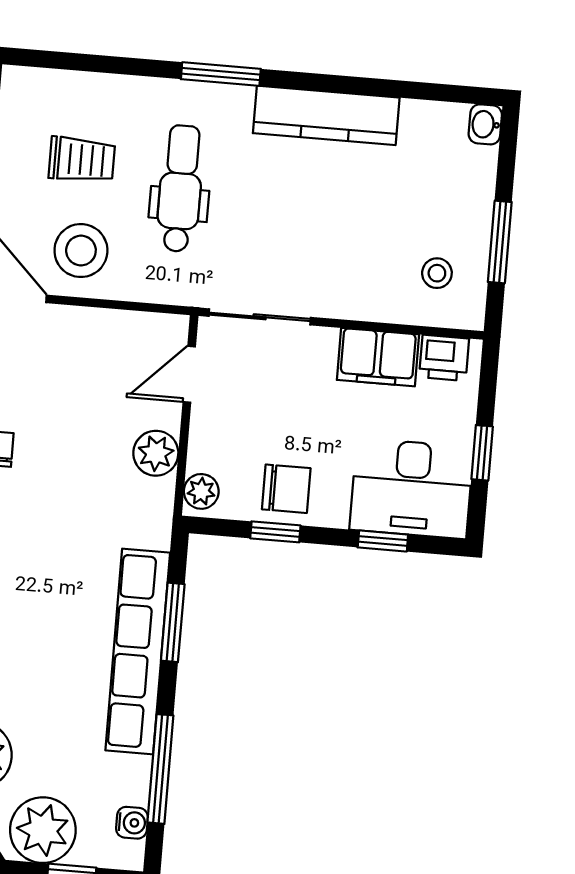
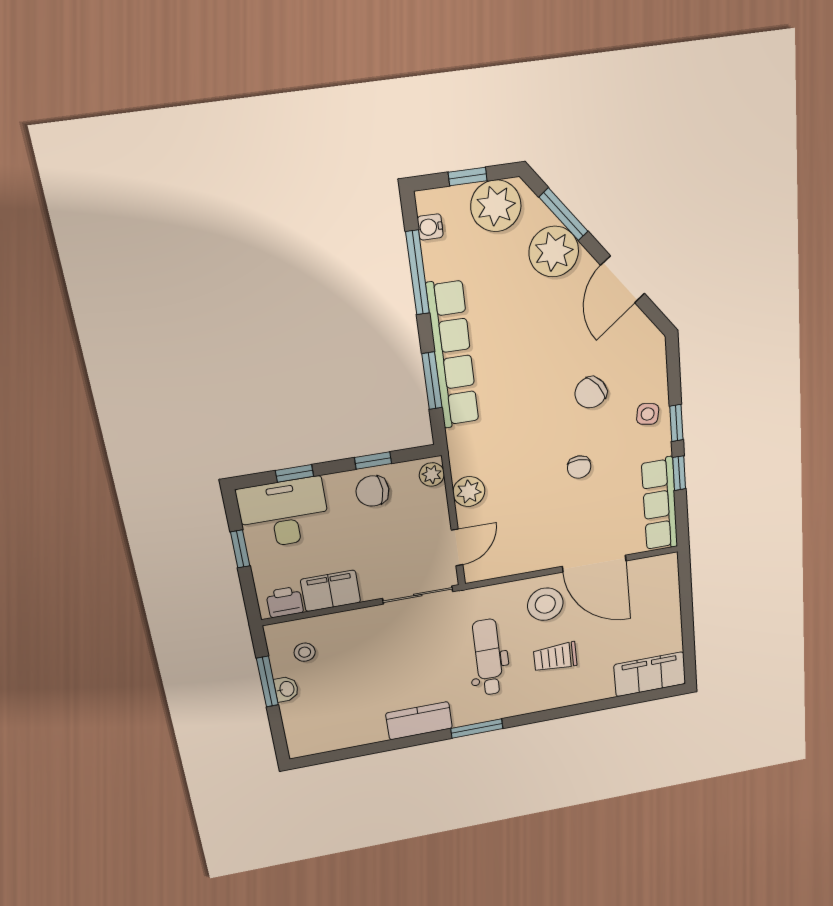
kitchen counter: (326, 115) -> (419, 721), width x0.67
washbasin: (485, 124) -> (286, 689), moved
dental chair: (180, 188) -> (488, 657), turned 180

